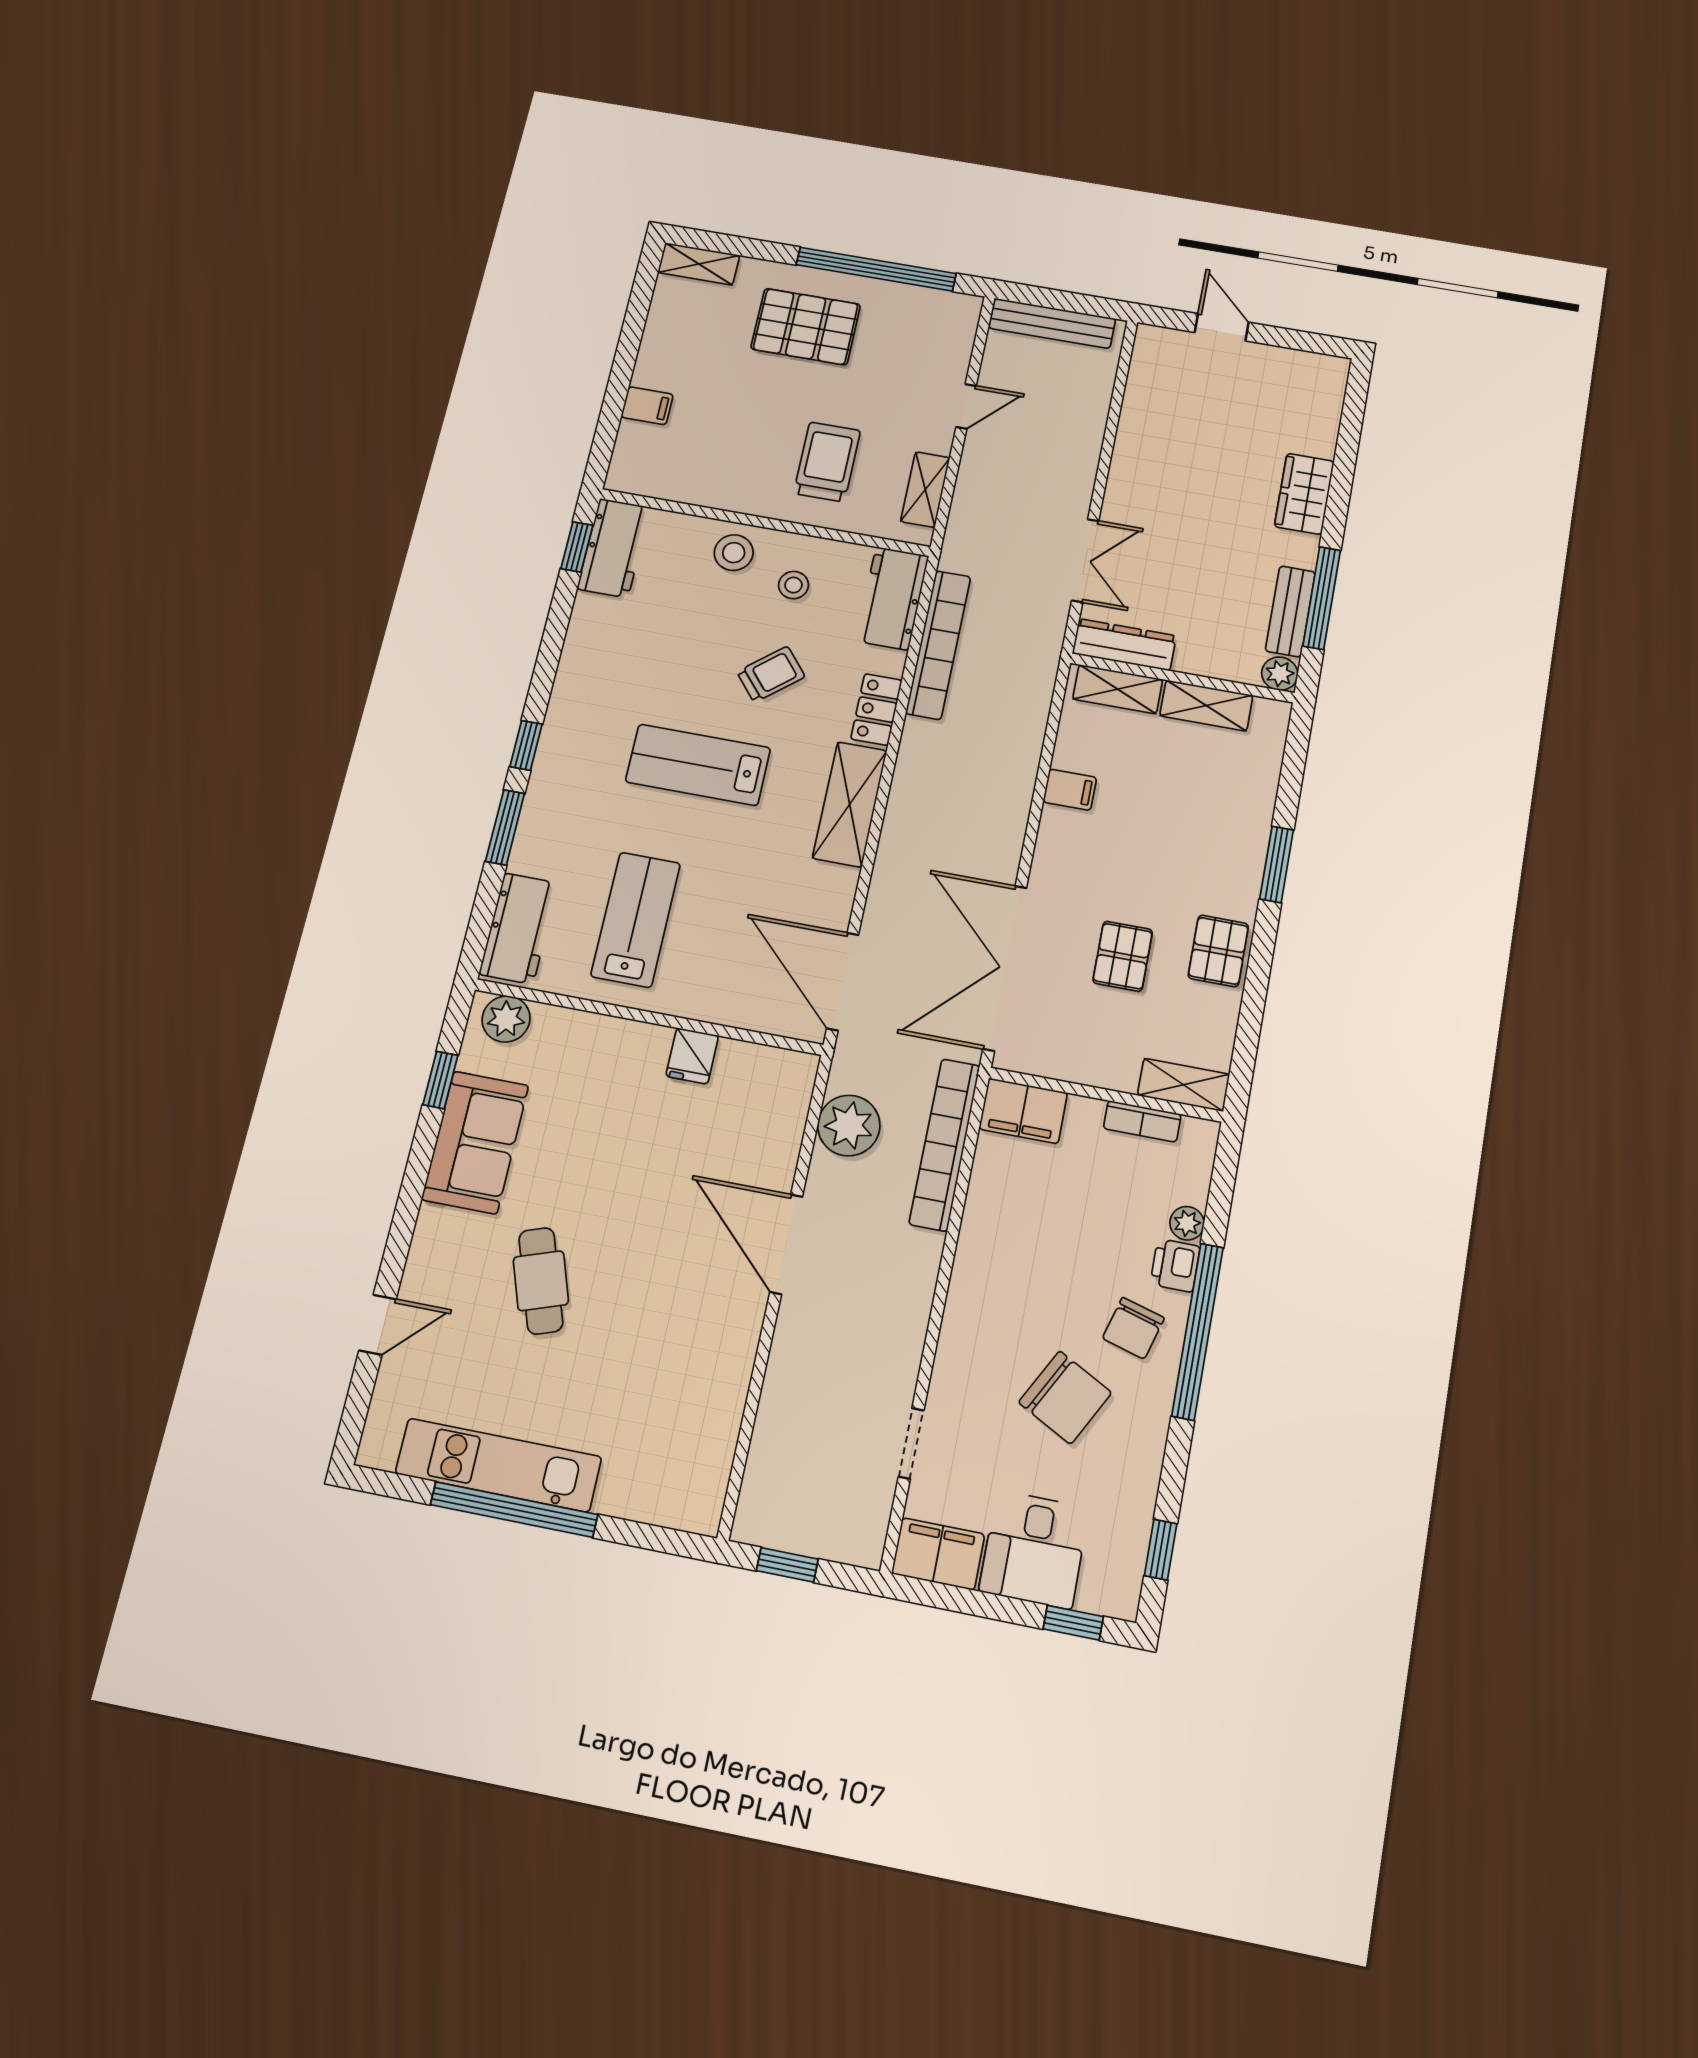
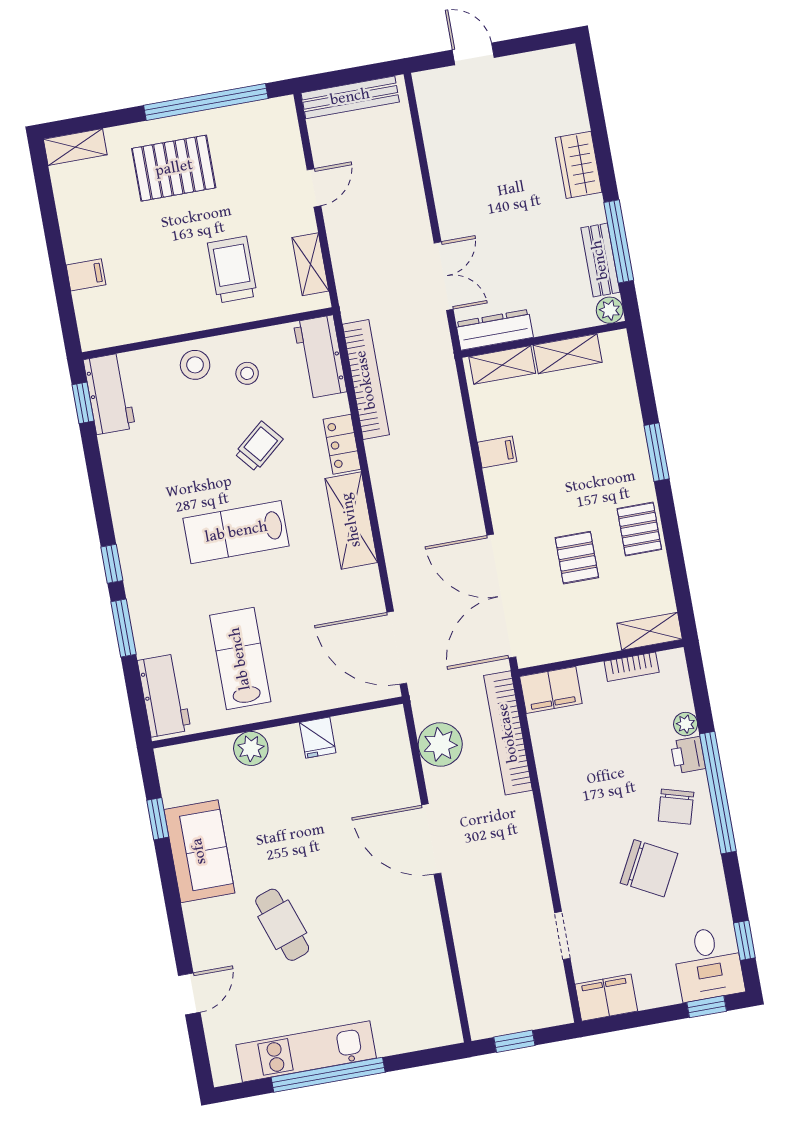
plant: (506, 1019) -> (251, 748), moved
desk: (1034, 1549) -> (708, 964), moved

